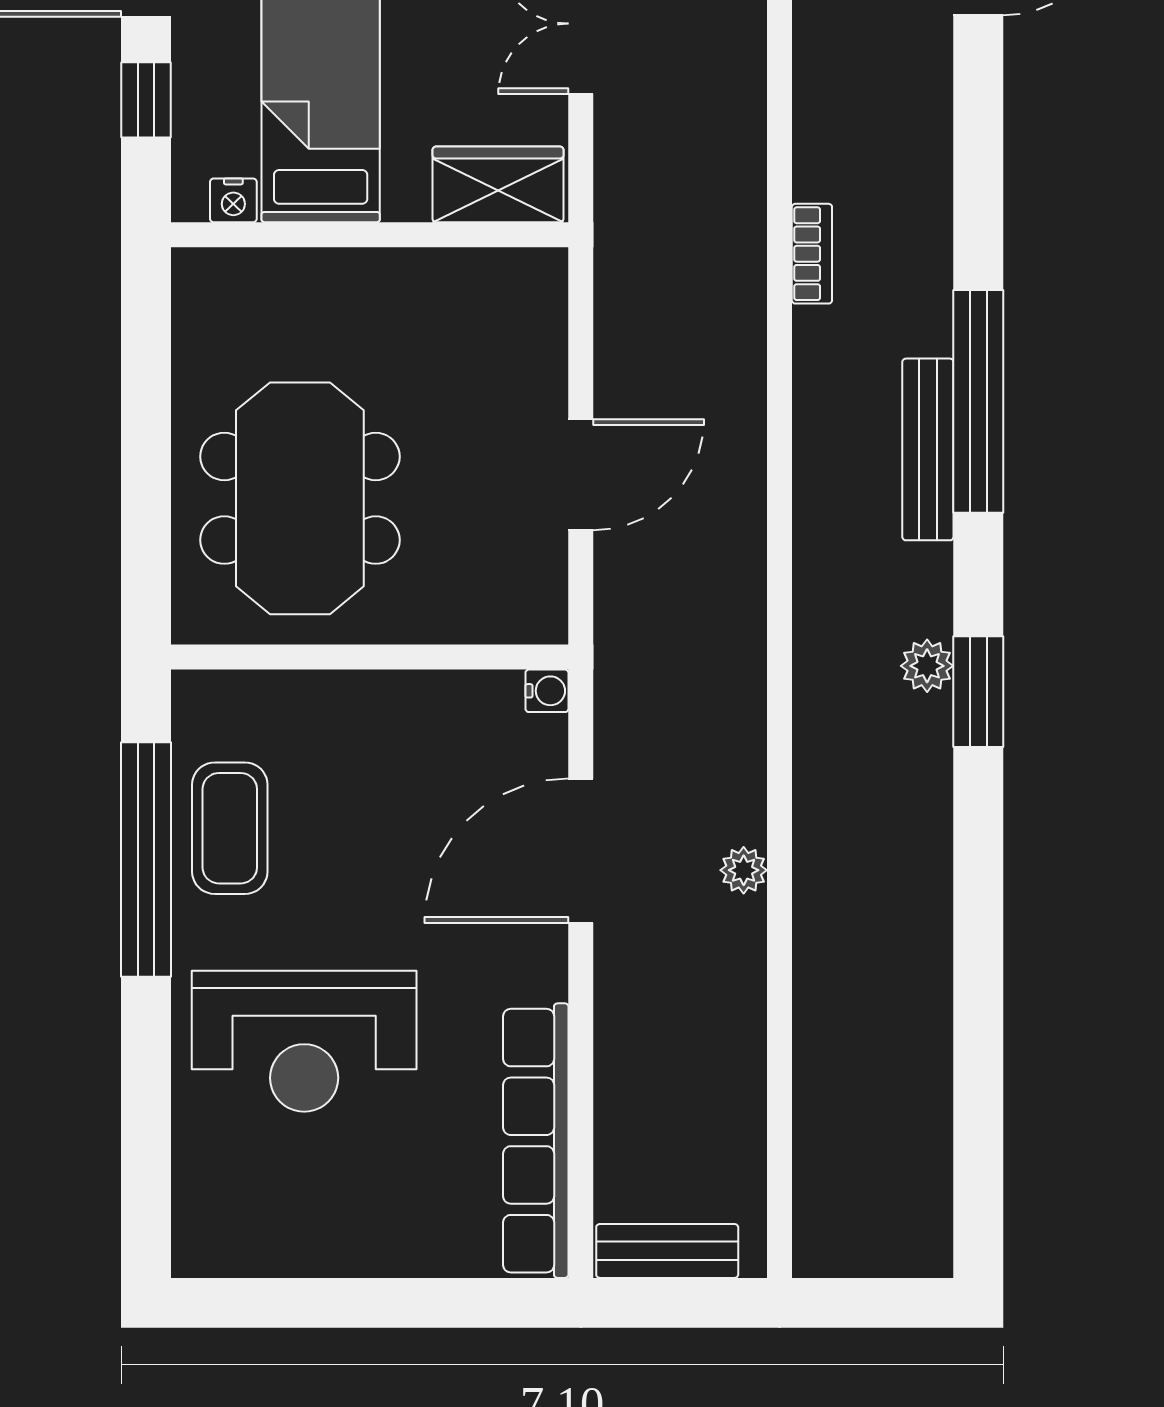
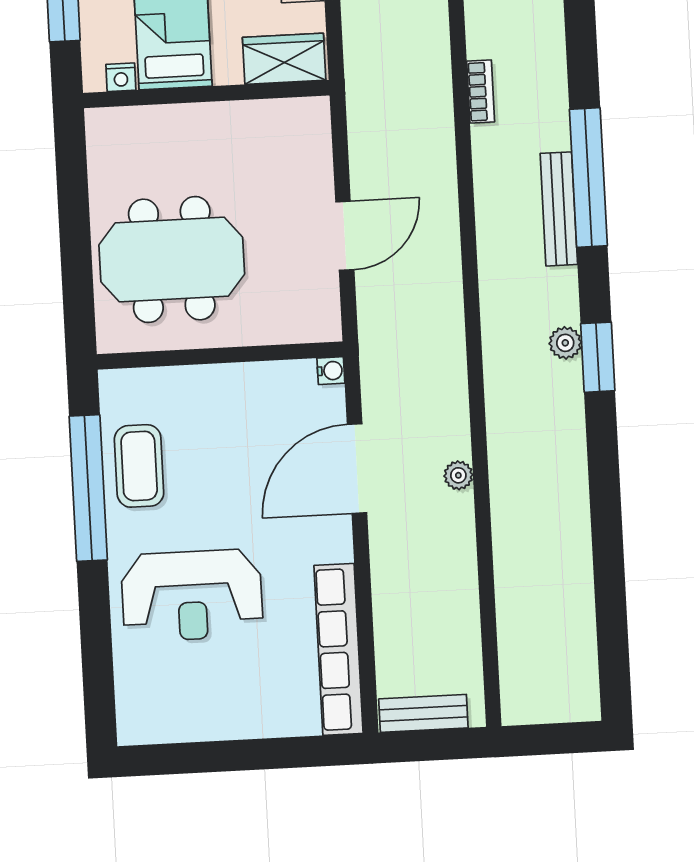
meeting table: (300, 498) -> (172, 260), turned 90

